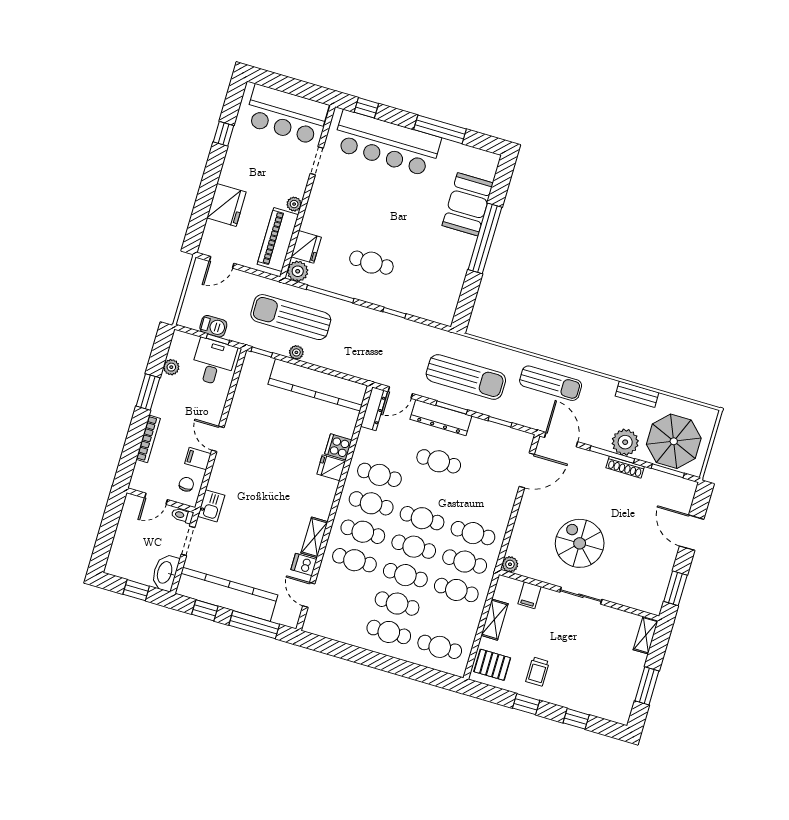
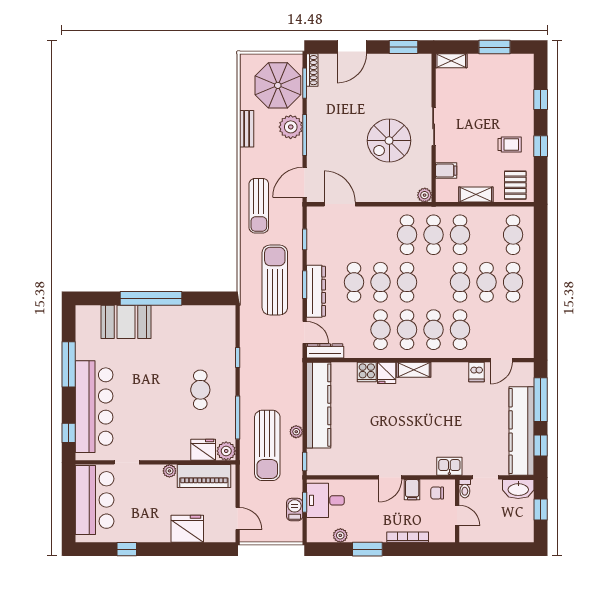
sun lounger: (551, 383) -> (259, 206), turned 180
shoe rack: (625, 467) -> (312, 70), moved
shelving: (314, 537) -> (414, 370), moved
cafe table: (414, 547) -> (381, 282), moved

